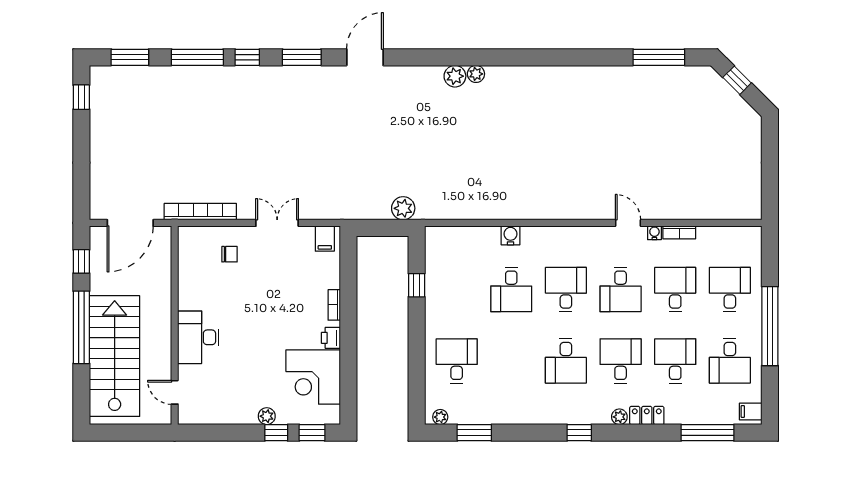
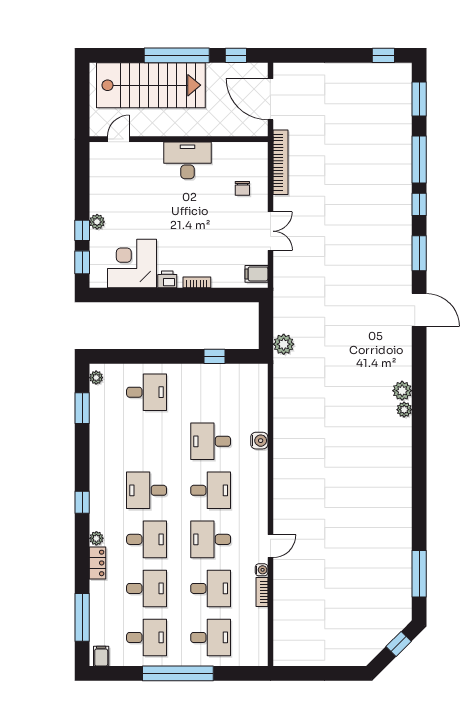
desk: (198, 337) -> (188, 160), moved
desk: (730, 361) -> (147, 637), turned 180

